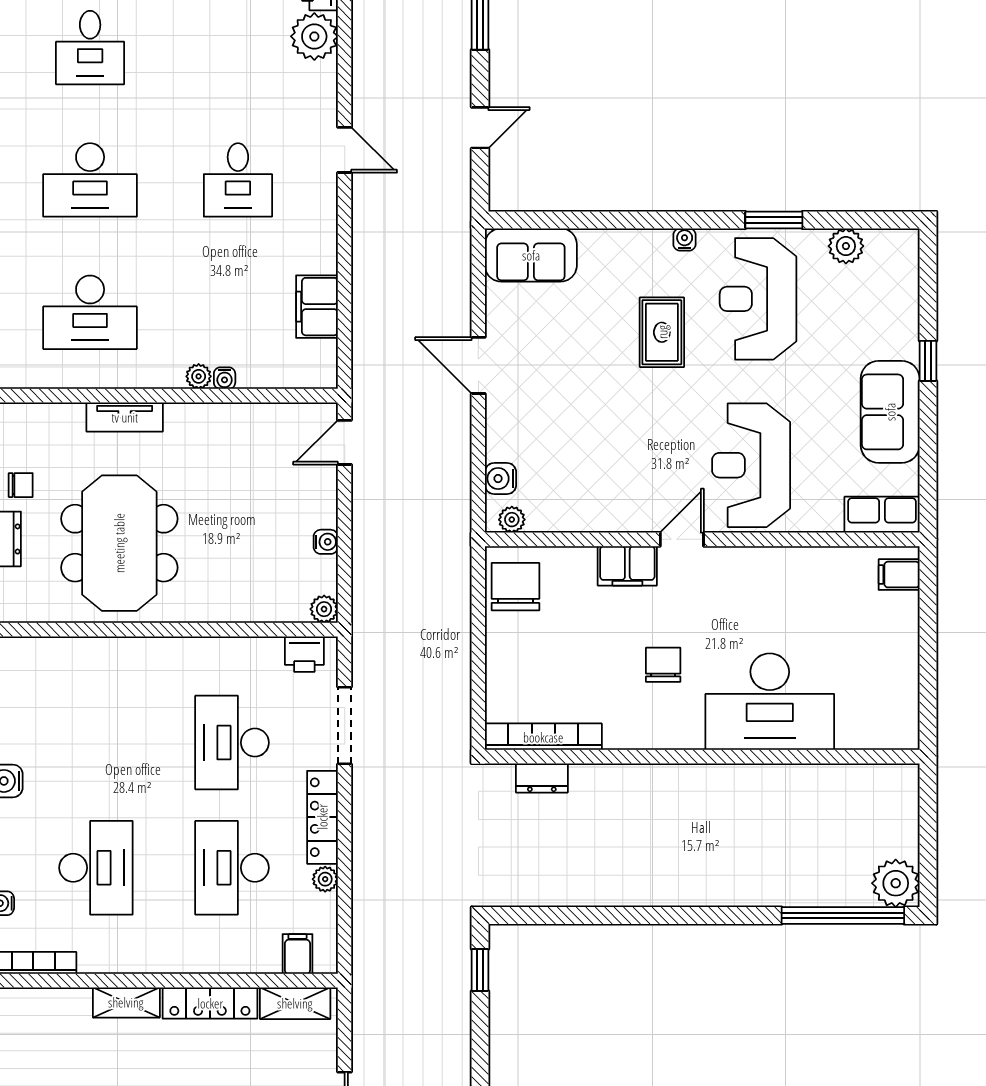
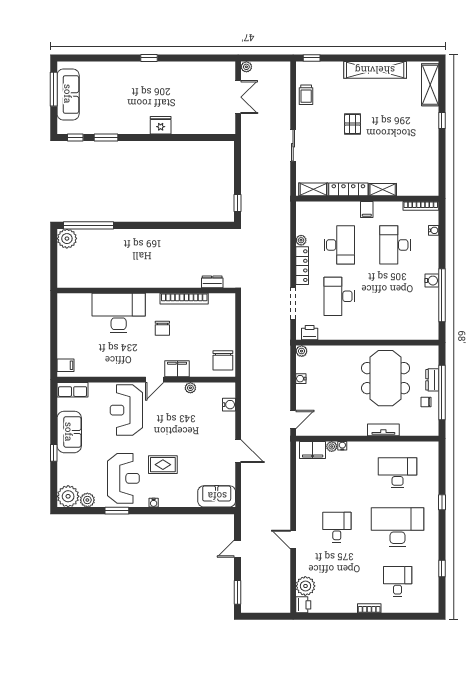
desk: (90, 180) -> (398, 527), width x1.36, depth x1.30
plant: (893, 255) -> (68, 496), added
filing cabinet: (317, 307) -> (313, 450), moved, turned 90
rug: (662, 332) -> (163, 465), turned 90
plant: (199, 376) -> (332, 447), moved
reception desk: (751, 465) -> (126, 410), turned 180
plant: (512, 520) -> (190, 388), moved
bookcase: (543, 737) -> (184, 299), moved
desk: (232, 743) -> (339, 296), turned 180
filing cabinet: (297, 954) -> (367, 210), moved

